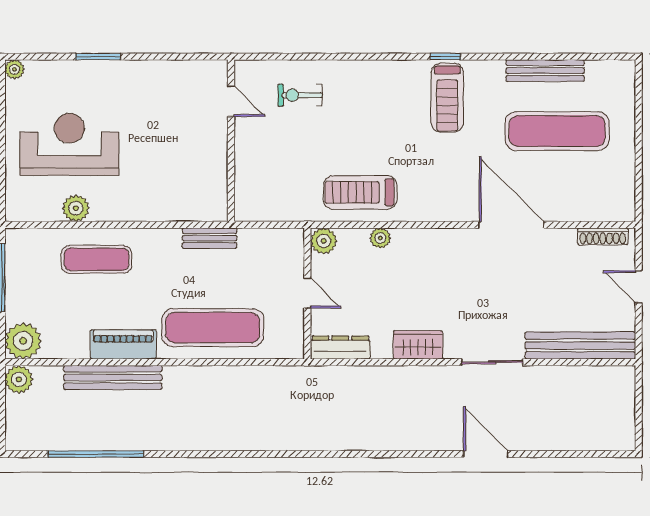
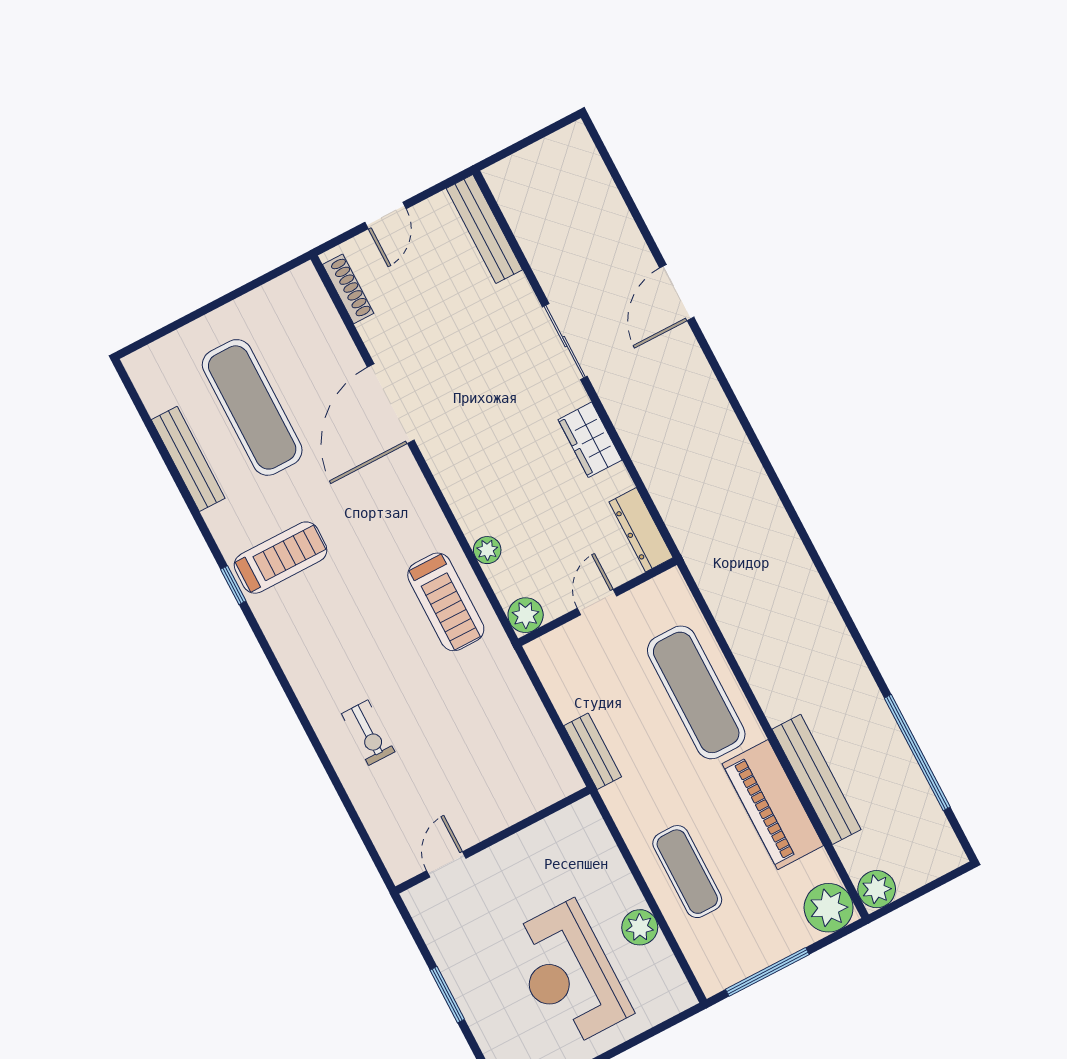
door: (231, 101) -> (446, 864), moved
wall: (231, 141) -> (493, 840), moved
piano: (123, 344) -> (773, 805), width x1.37, depth x1.33
bench: (580, 345) -> (484, 229), width x0.73, depth x0.82

